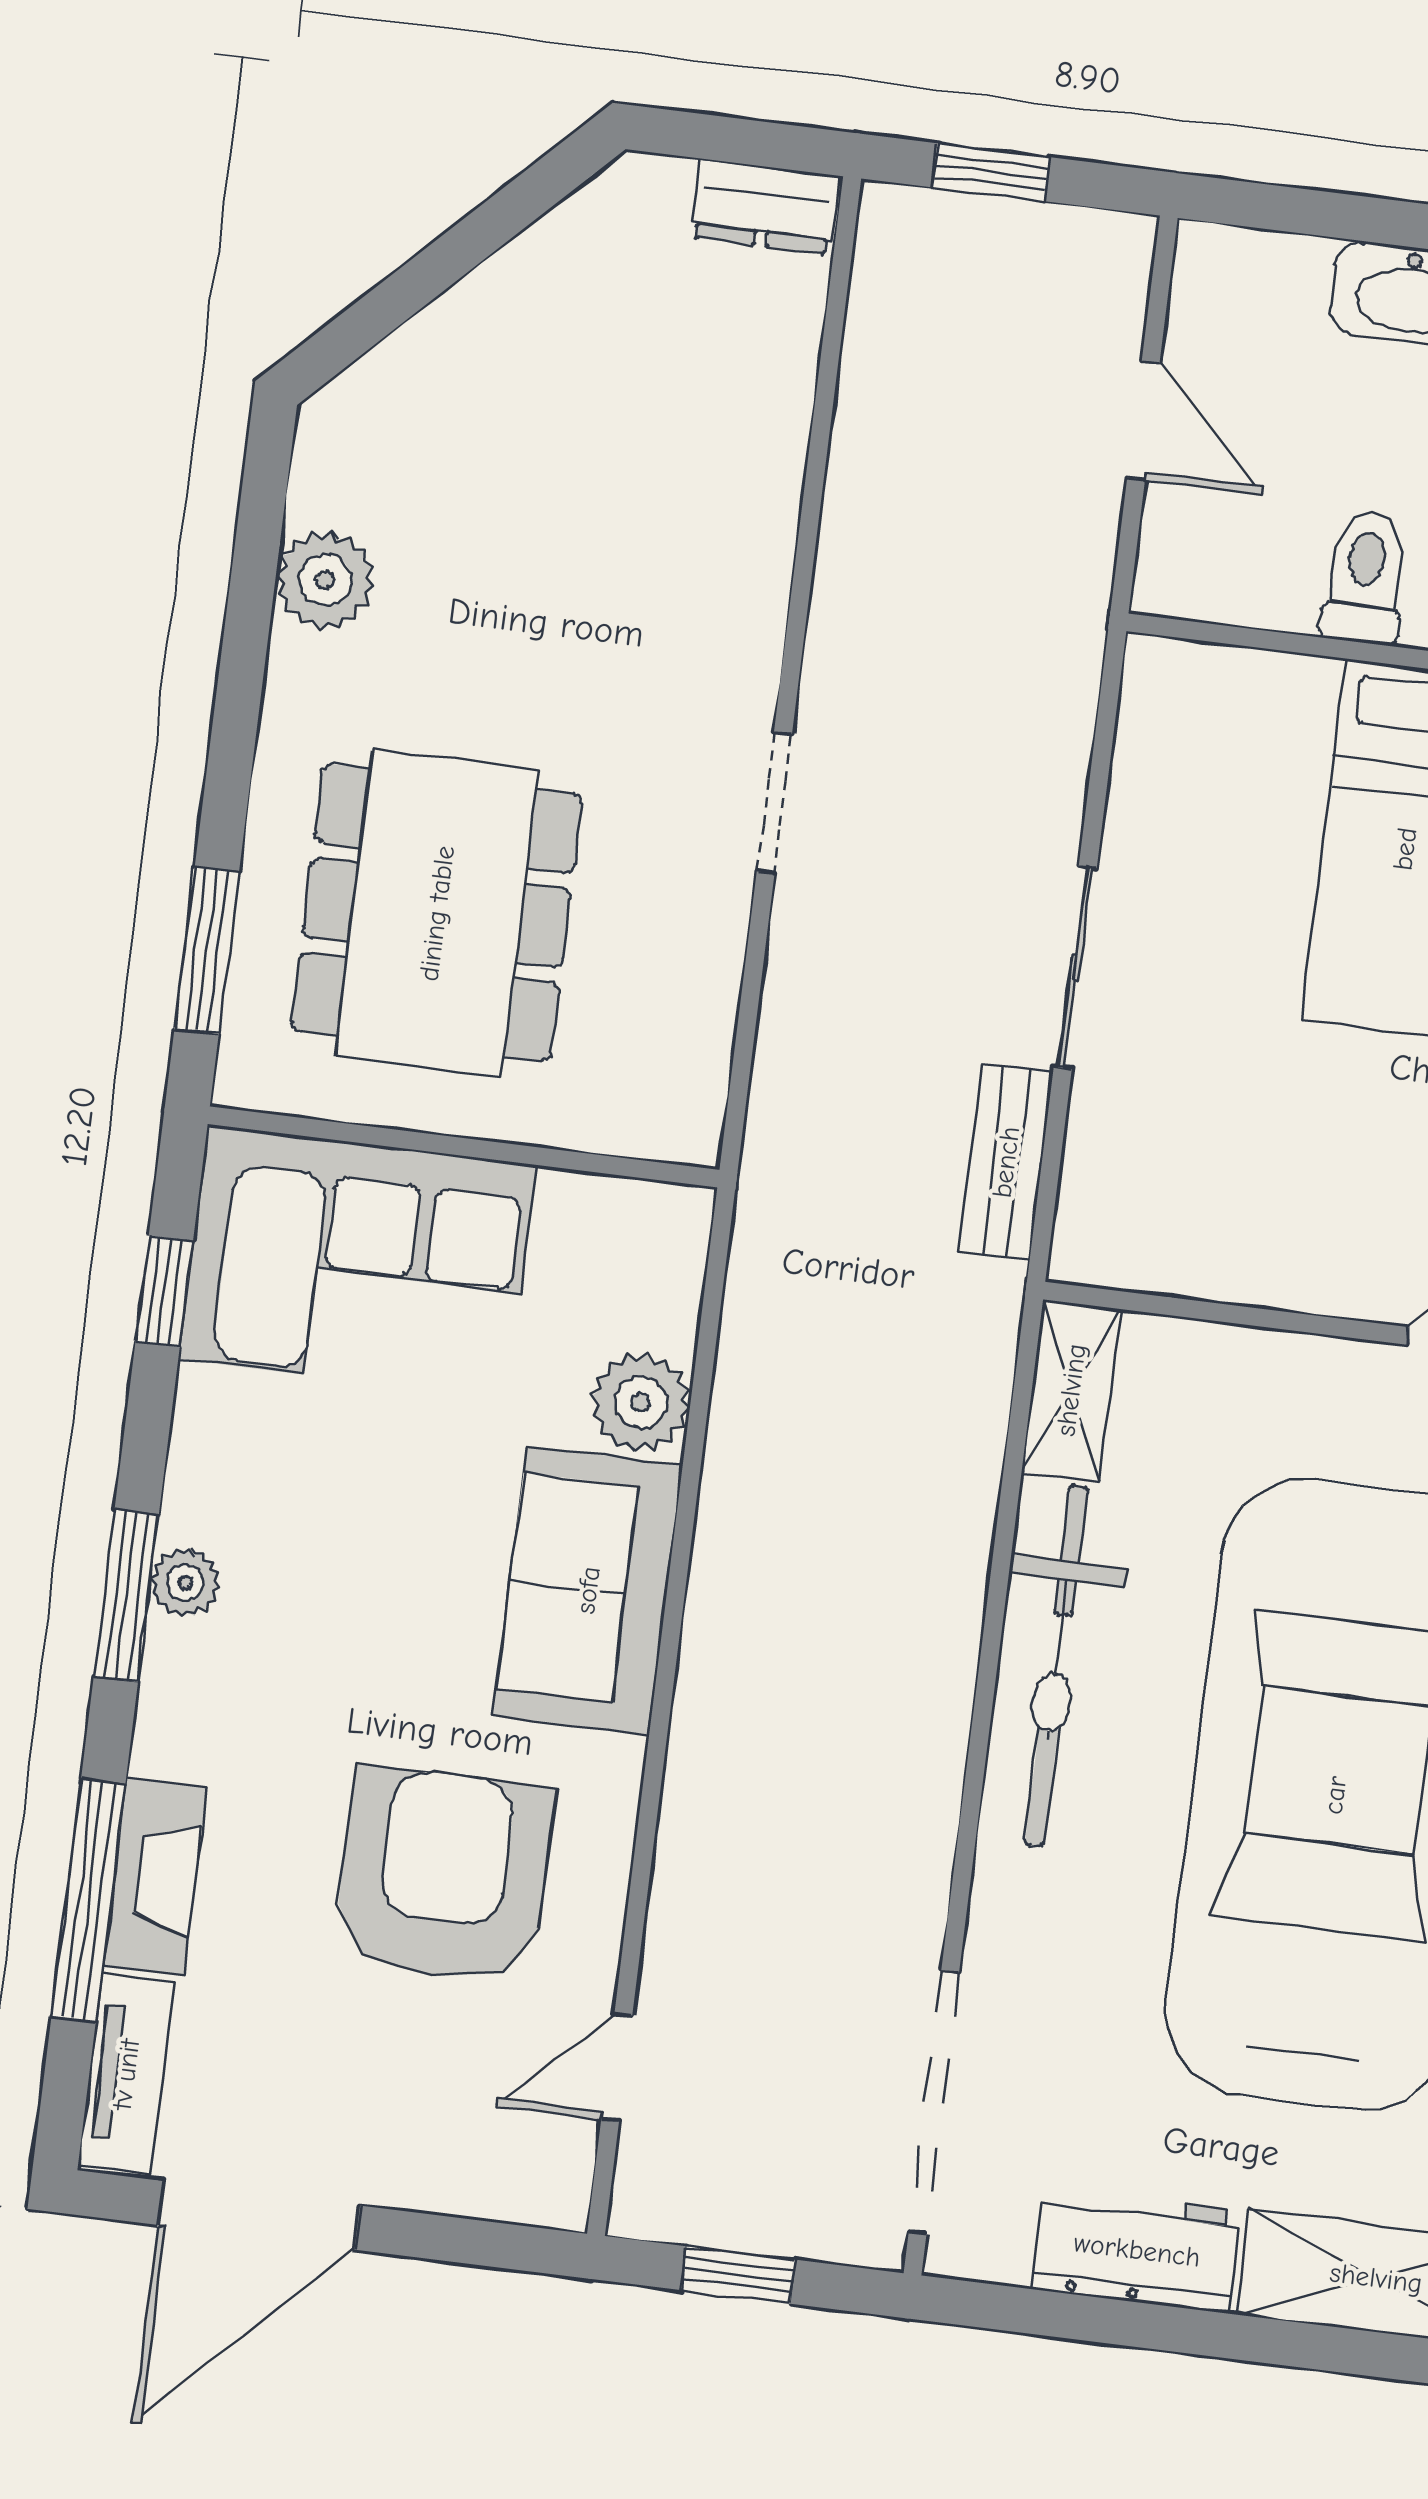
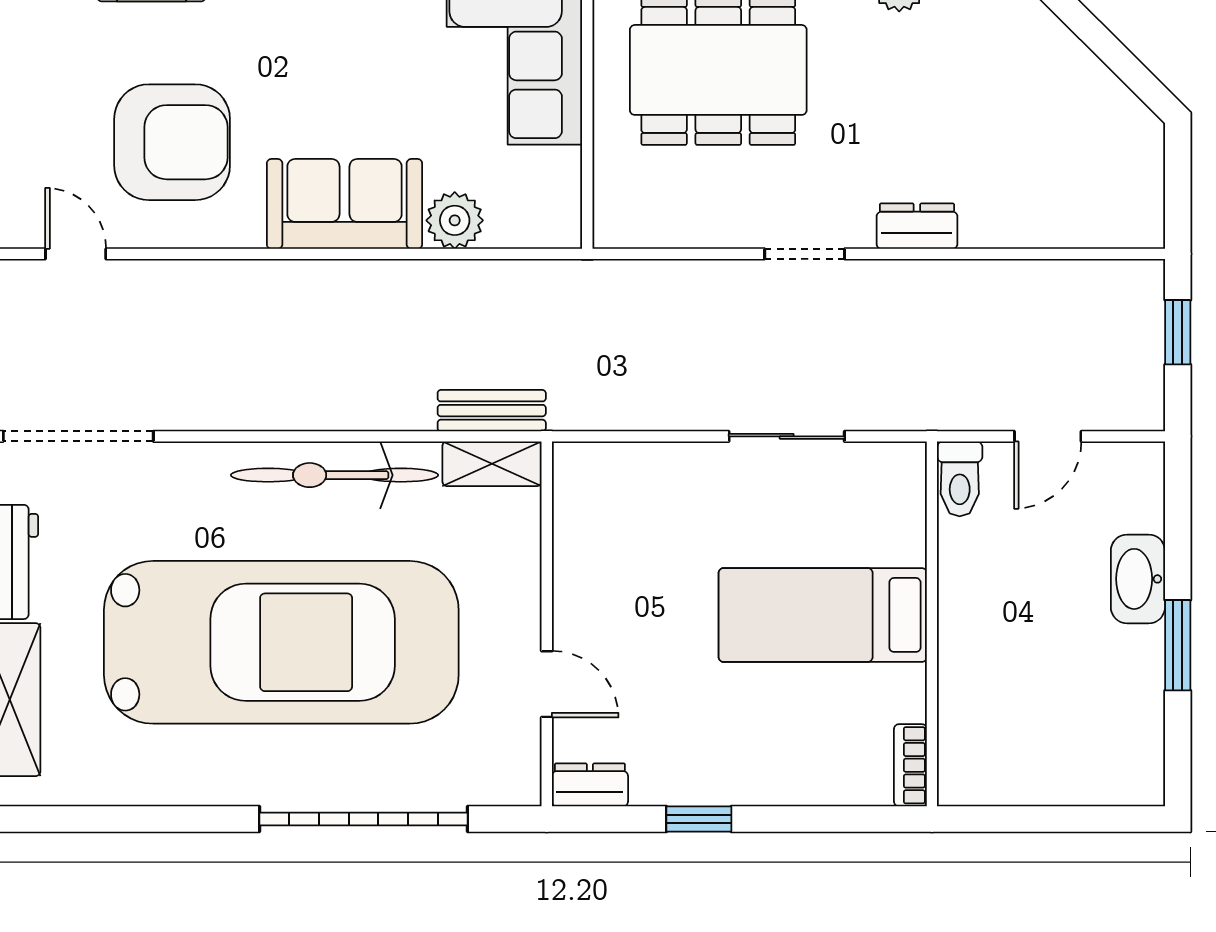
dresser: (765, 206) -> (917, 226), moved, turned 90
toilet: (1365, 577) -> (960, 479), moved, turned 90
sliding door: (1075, 967) -> (787, 436), moved
bench: (1006, 1162) -> (492, 411), moved

